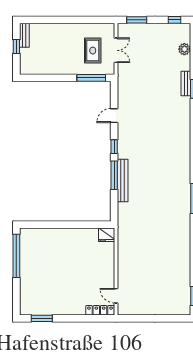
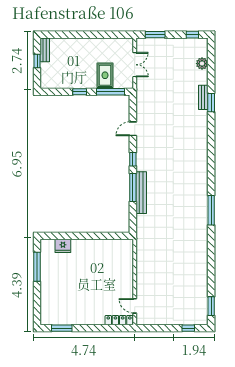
rug: (93, 51) -> (105, 75), moved
window: (60, 78) -> (80, 92), added
fridge: (107, 235) -> (63, 246), moved
window: (16, 256) -> (37, 267), width x0.68
window: (170, 318) -> (188, 328), added

